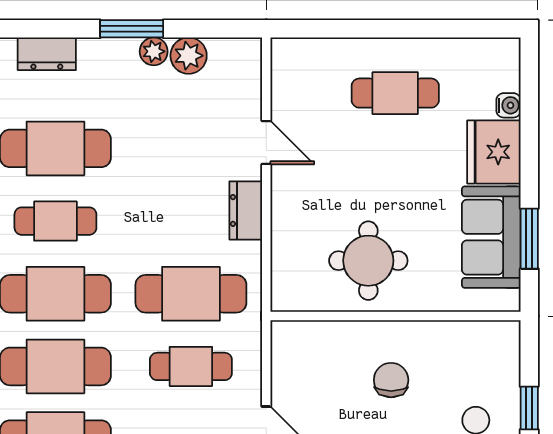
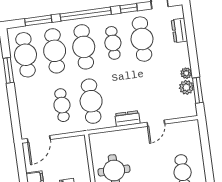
window: (132, 29) -> (198, 90), moved

